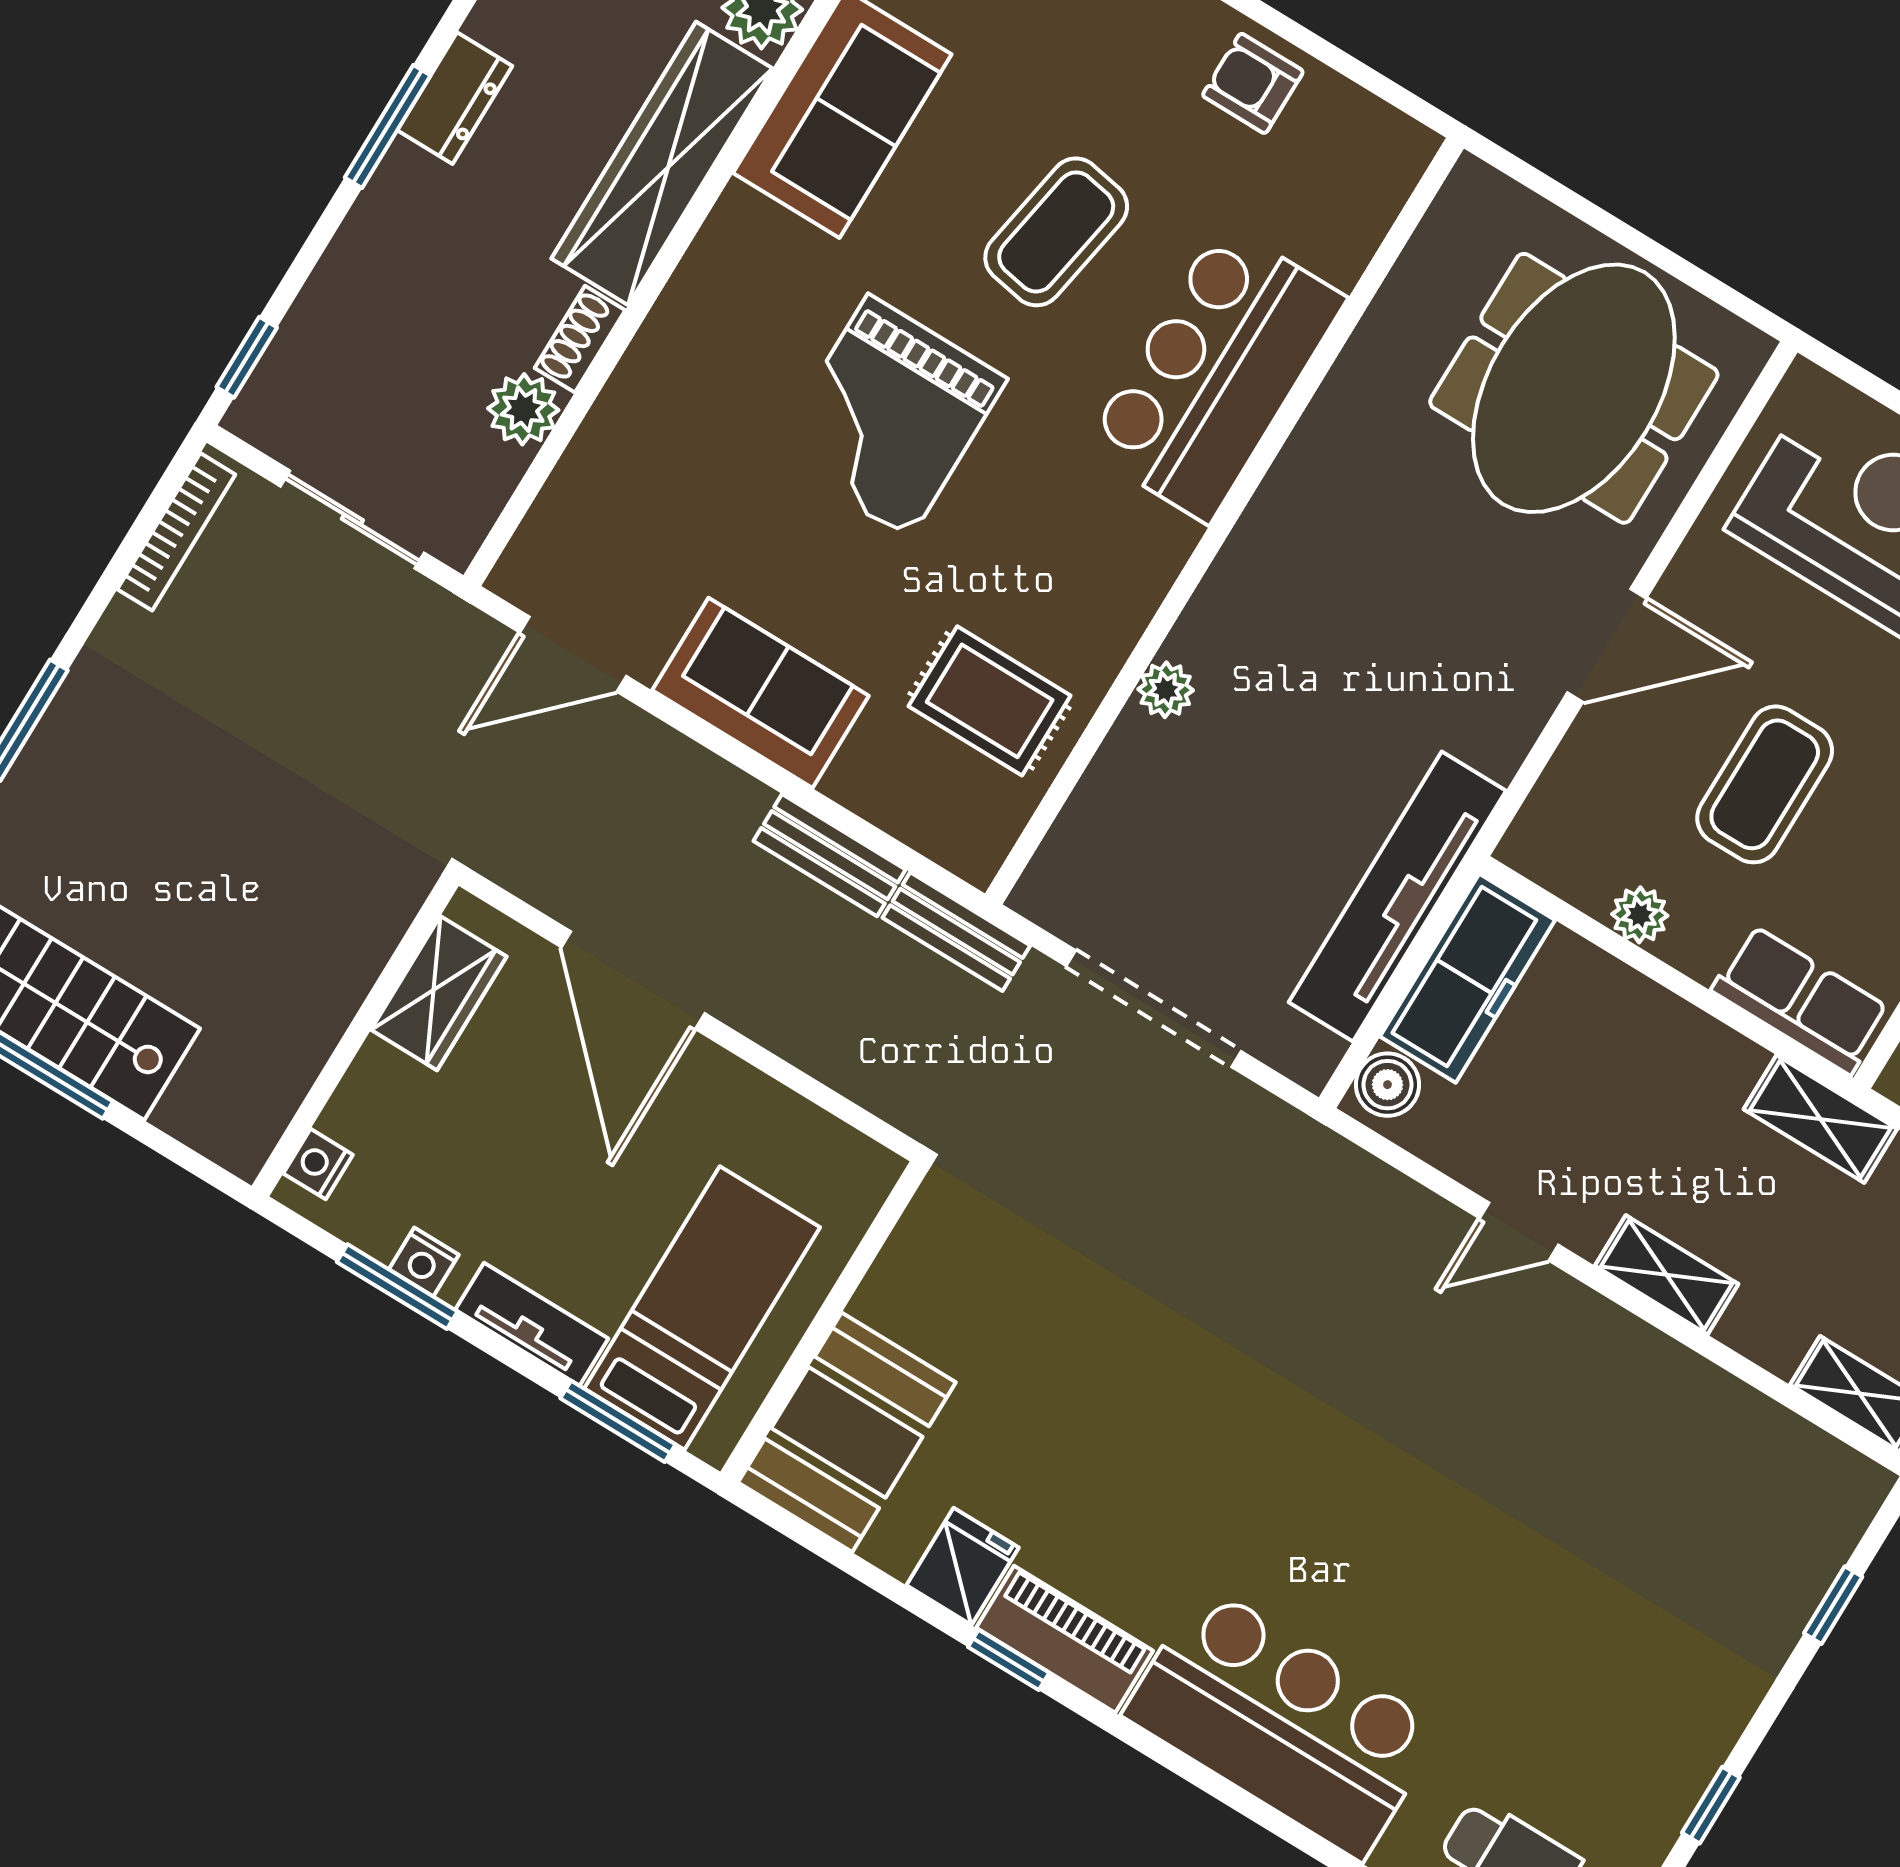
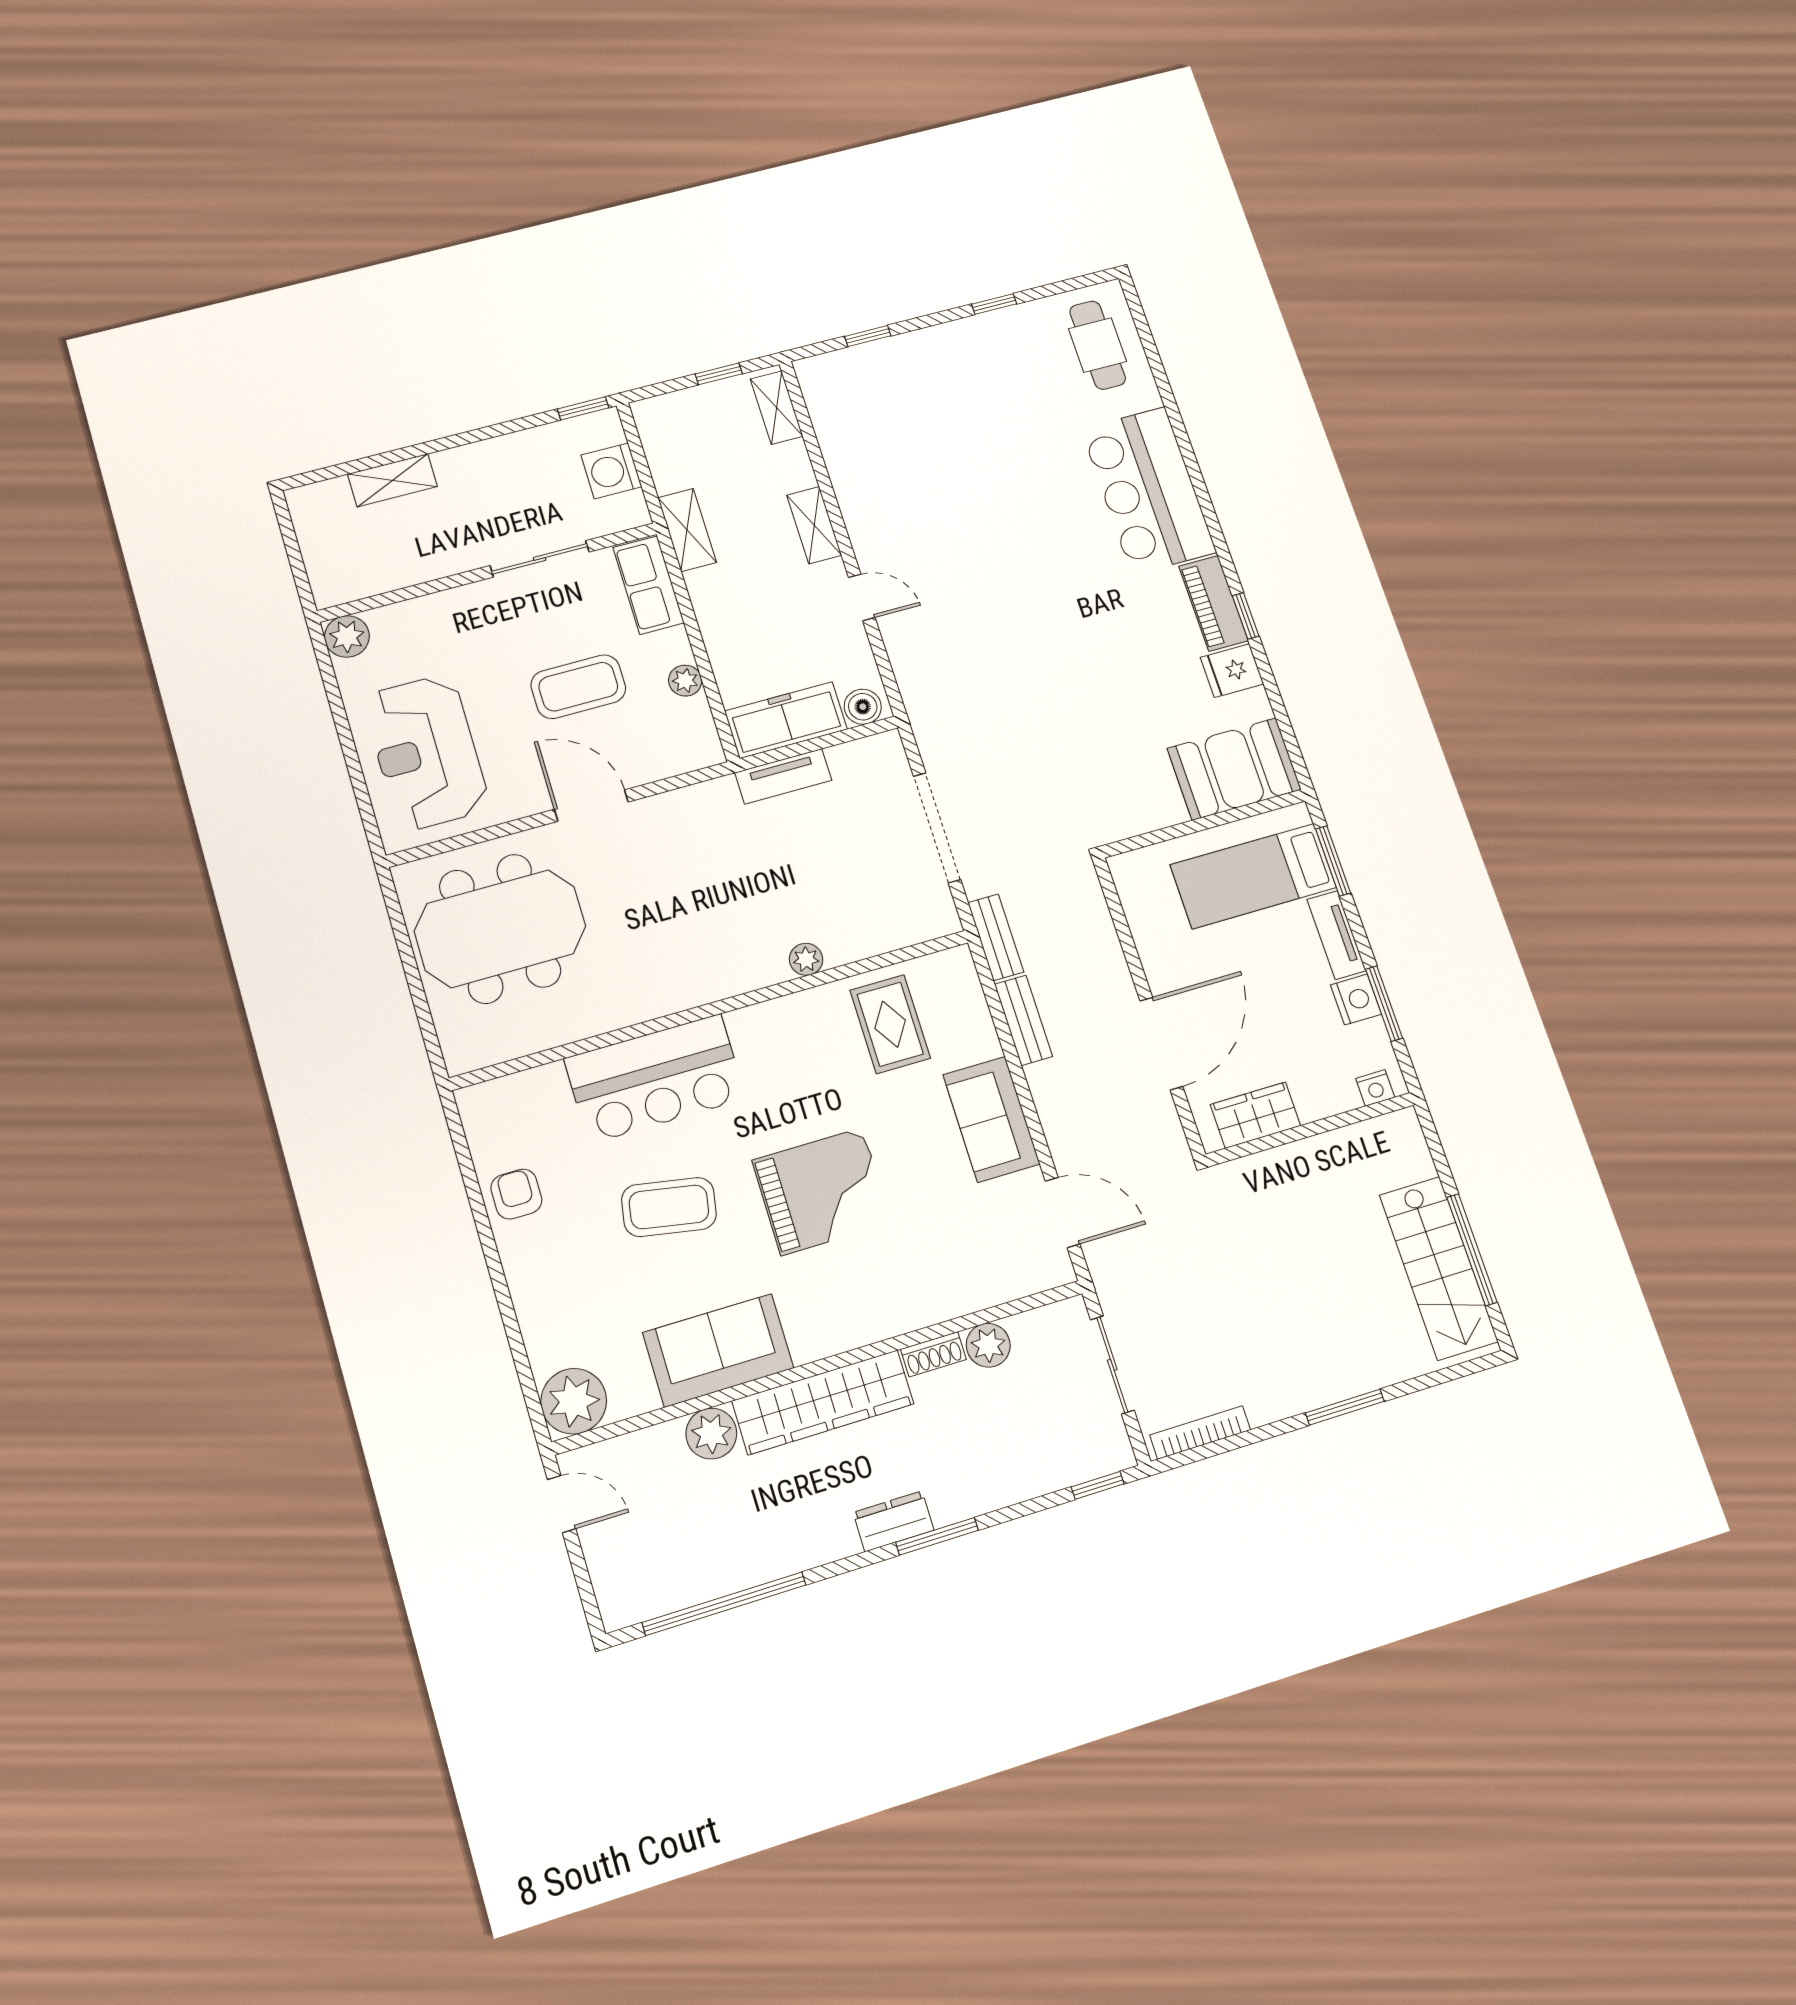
armchair: (1253, 83) -> (516, 1194), turned 180
tv unit: (1397, 896) -> (783, 776), width x0.52, depth x0.78
nightstand: (424, 1262) -> (1356, 1000), width x1.39, depth x1.35

